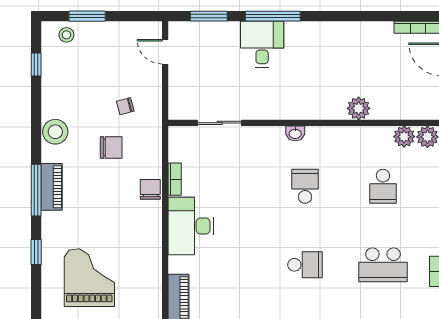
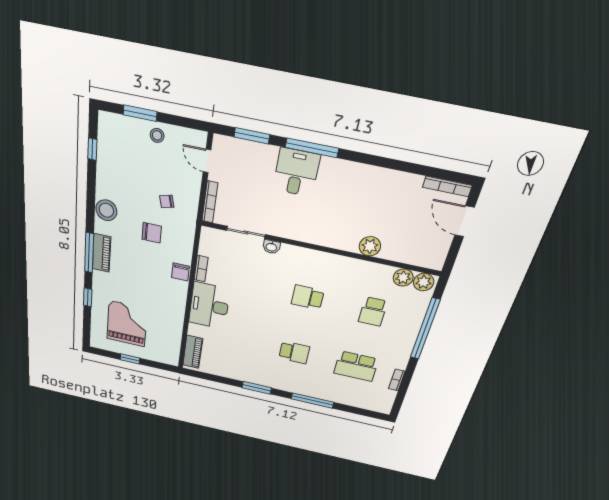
stool: (66, 35) -> (157, 135), moved
bookcase: (174, 96) -> (210, 202), added
washbasin: (295, 133) -> (271, 247), moved
school desk: (305, 186) -> (308, 297), turned -90
chair: (150, 189) -> (180, 272), turned 180

